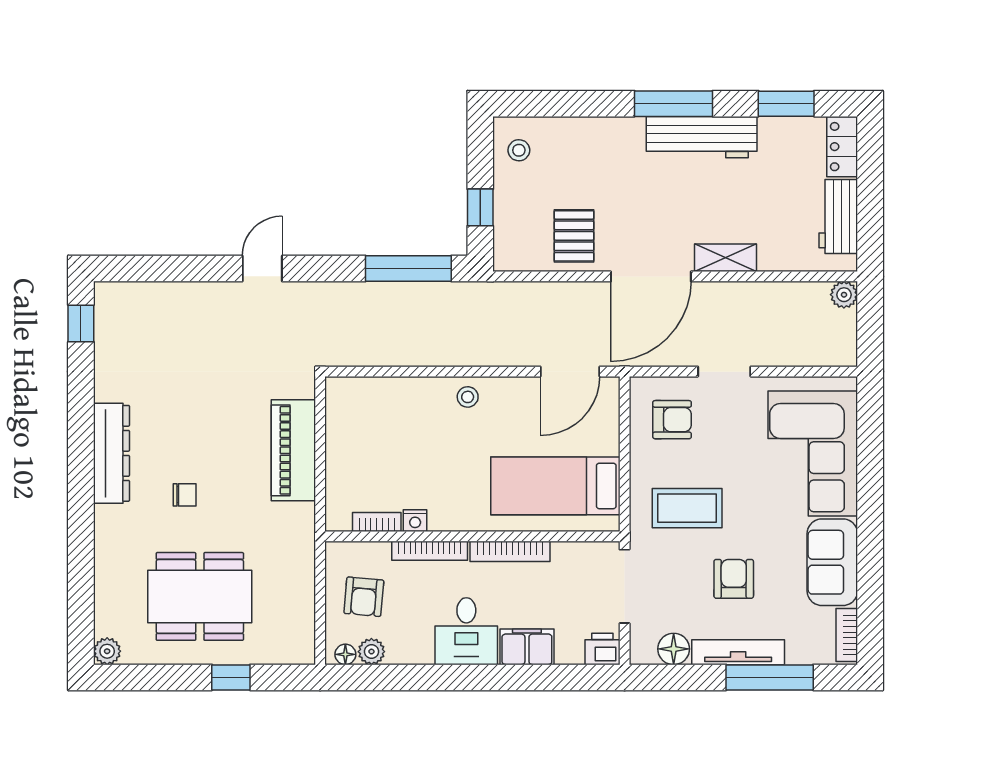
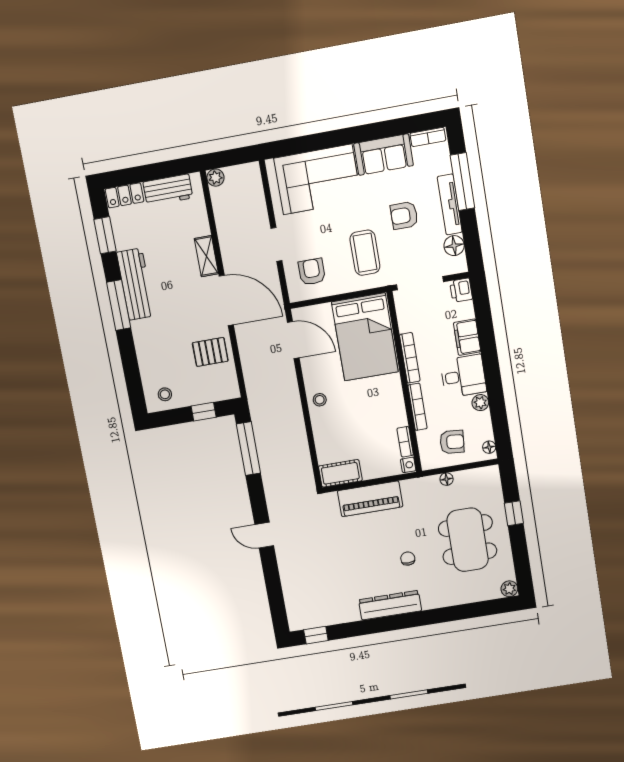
cot: (343, 410) -> (340, 473), added
bed: (555, 486) -> (365, 337), width x1.50
nightstand: (415, 521) -> (408, 465), moved
floor lamp: (305, 578) -> (447, 479), added
plant: (371, 652) -> (480, 403), moved

